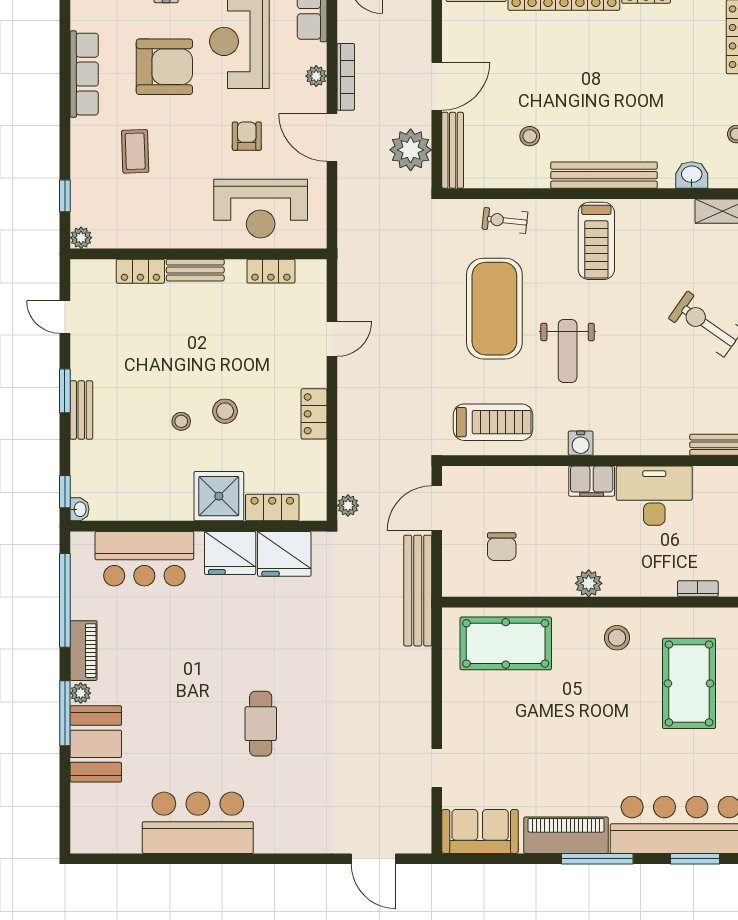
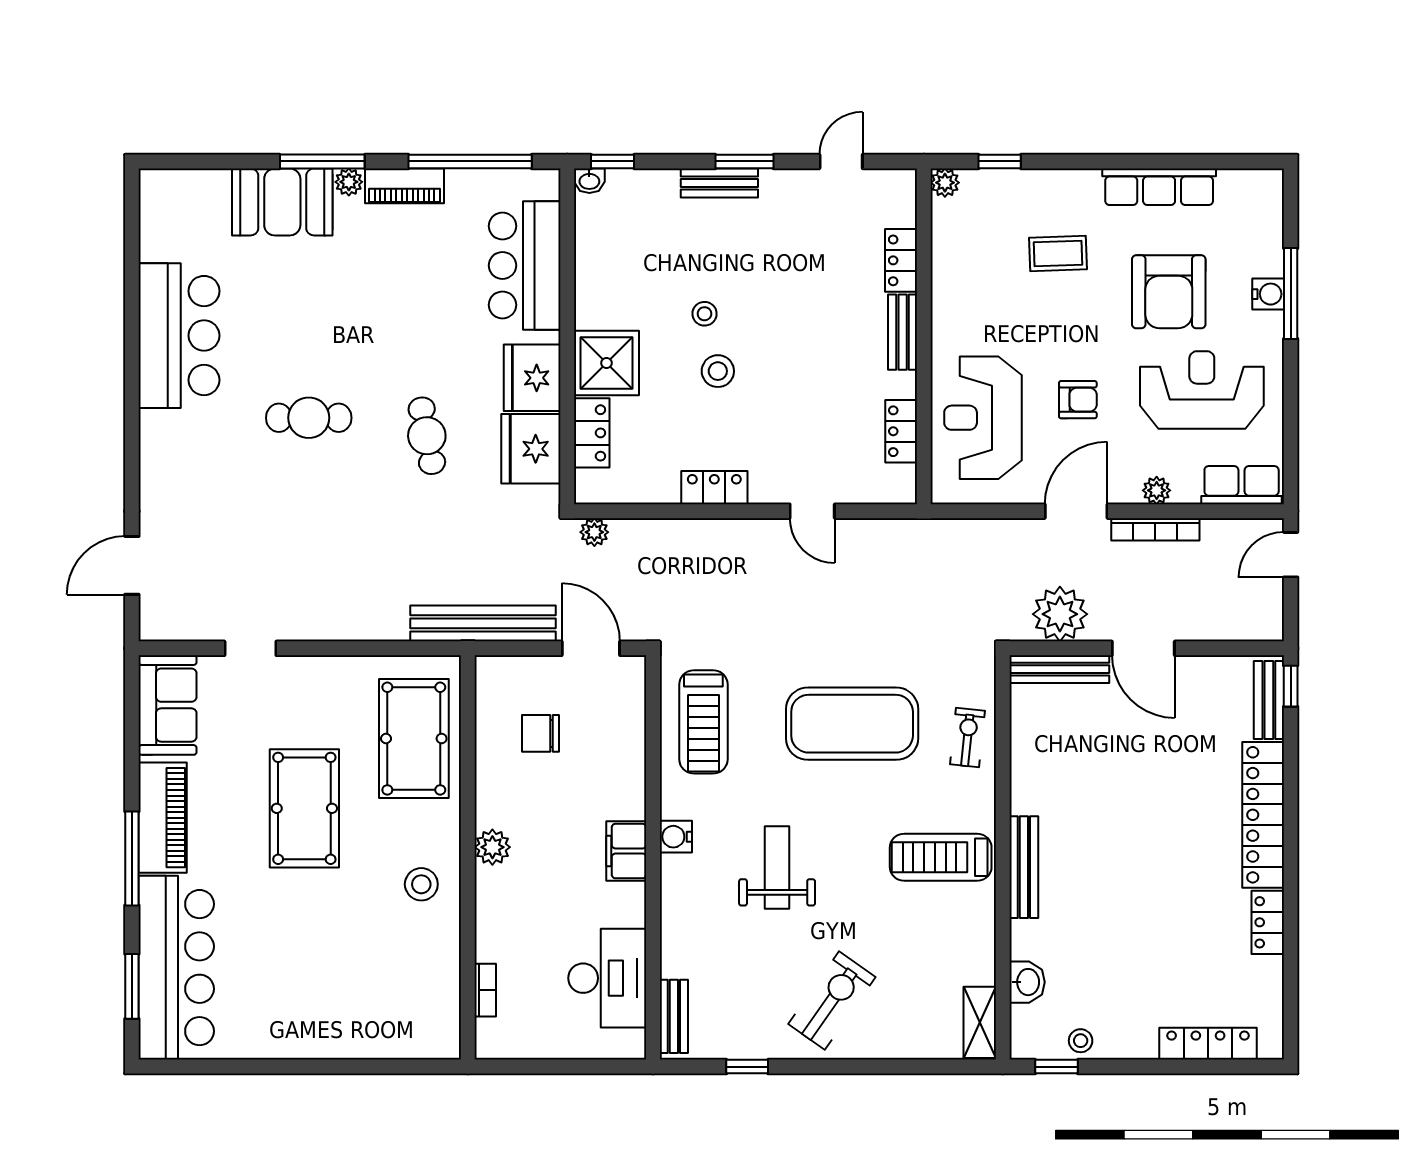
stool: (530, 136) -> (1078, 770), removed
bench: (604, 175) -> (1024, 867), width x0.73, depth x0.82
weight bench: (568, 351) -> (777, 868), moved, turned 90
desk: (654, 496) -> (607, 978), moved
cafe table: (274, 633) -> (427, 436), added
pool table: (689, 683) -> (304, 808), moved, turned 90

